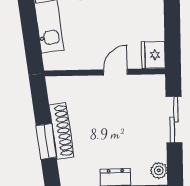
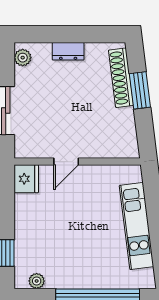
shoe rack: (61, 131) -> (121, 78), moved

